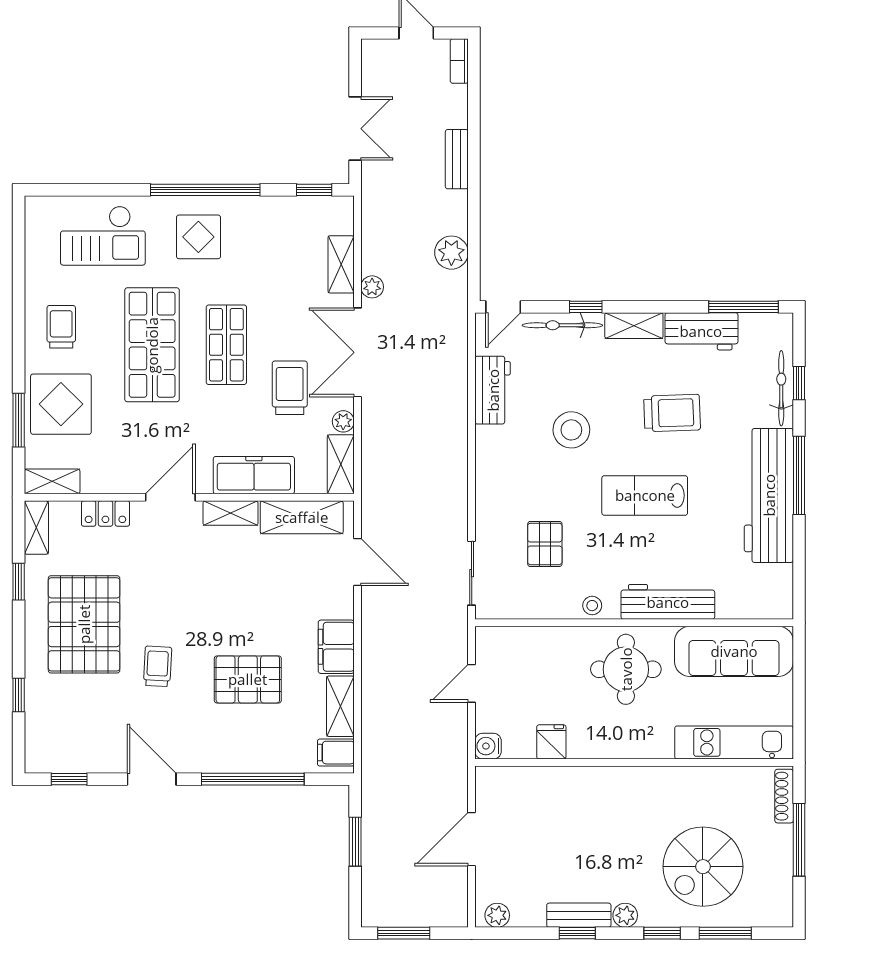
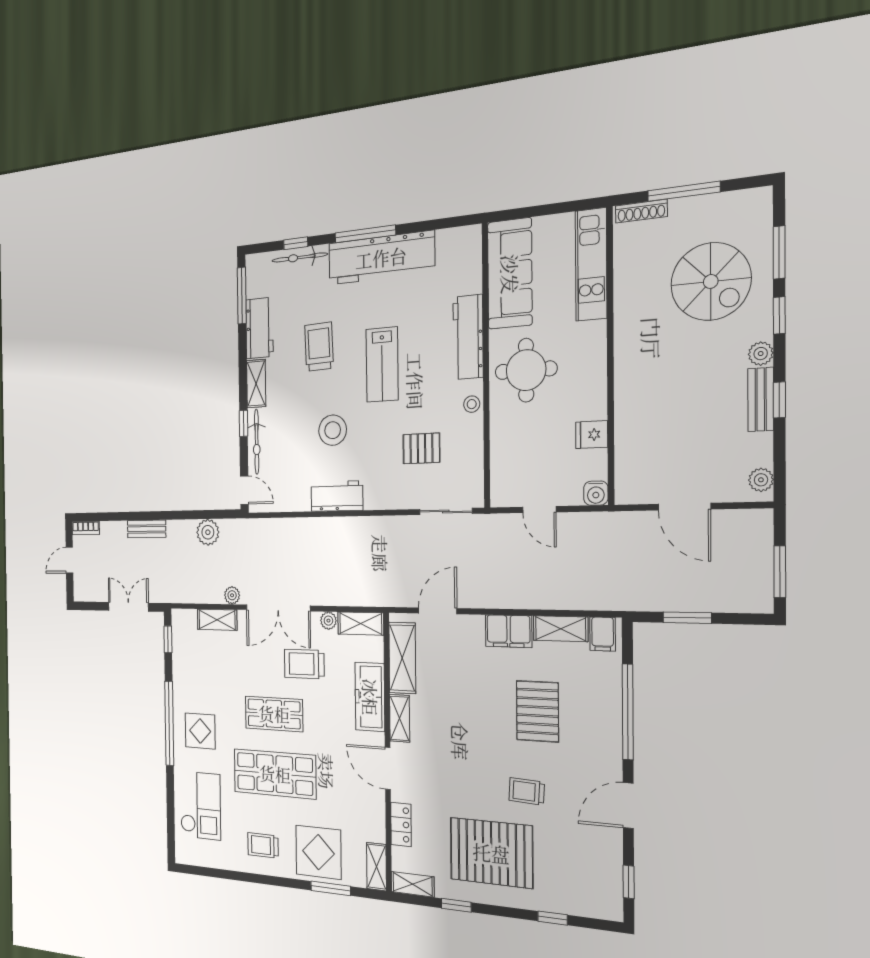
workbench: (493, 390) -> (337, 496), moved

